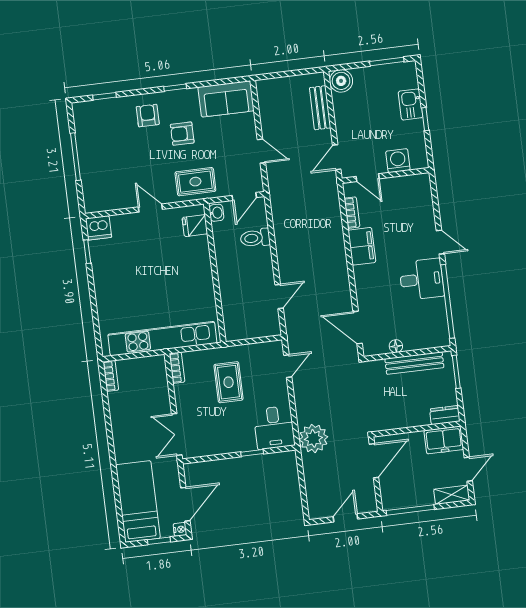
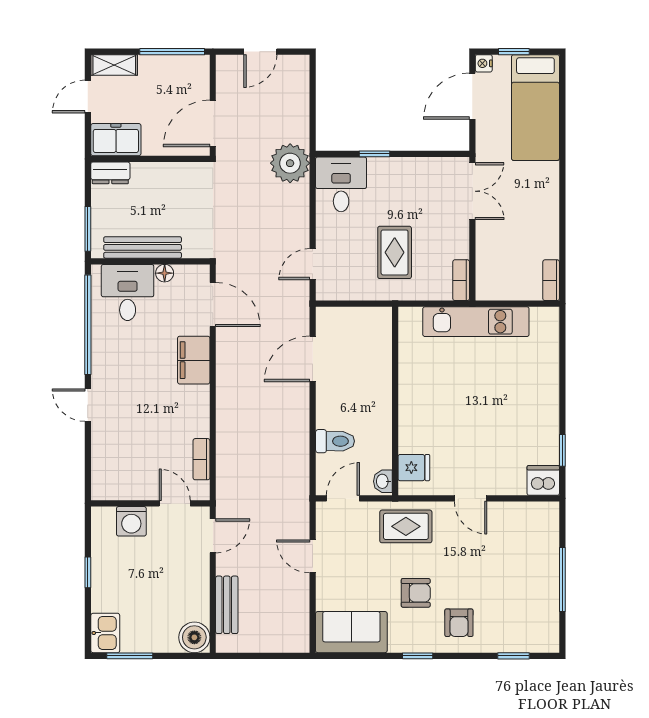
kitchen sink: (410, 104) -> (105, 633), moved
filing cabinet: (362, 246) -> (194, 360), moved
desk: (422, 279) -> (128, 292), moved, turned 90
door: (279, 297) -> (313, 359), width x1.38
kitchen unit: (162, 339) -> (476, 322), width x0.73

